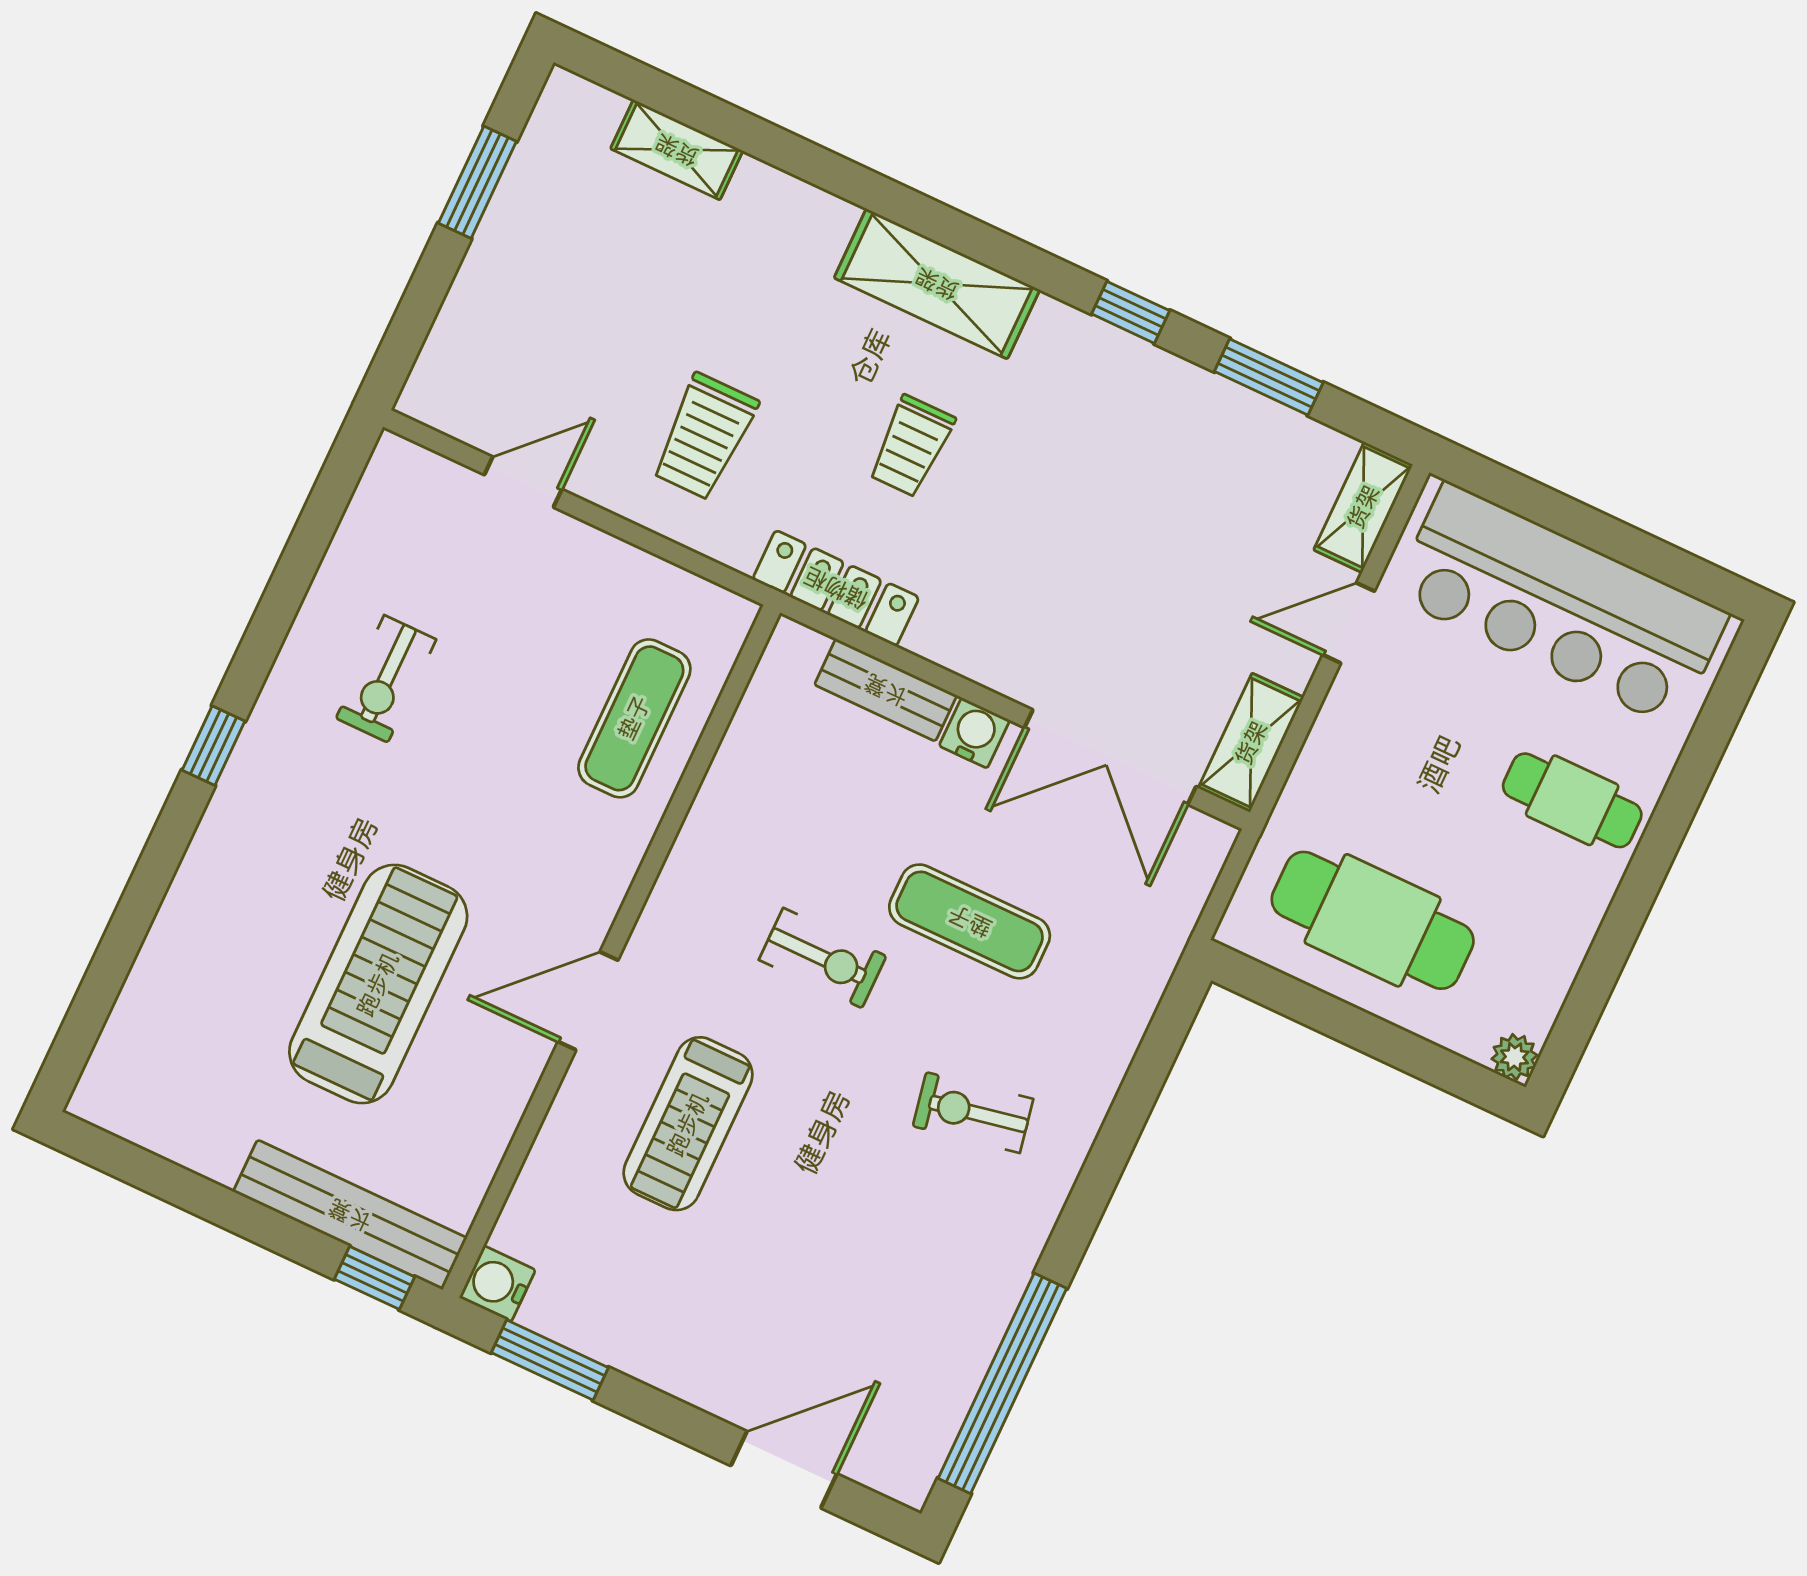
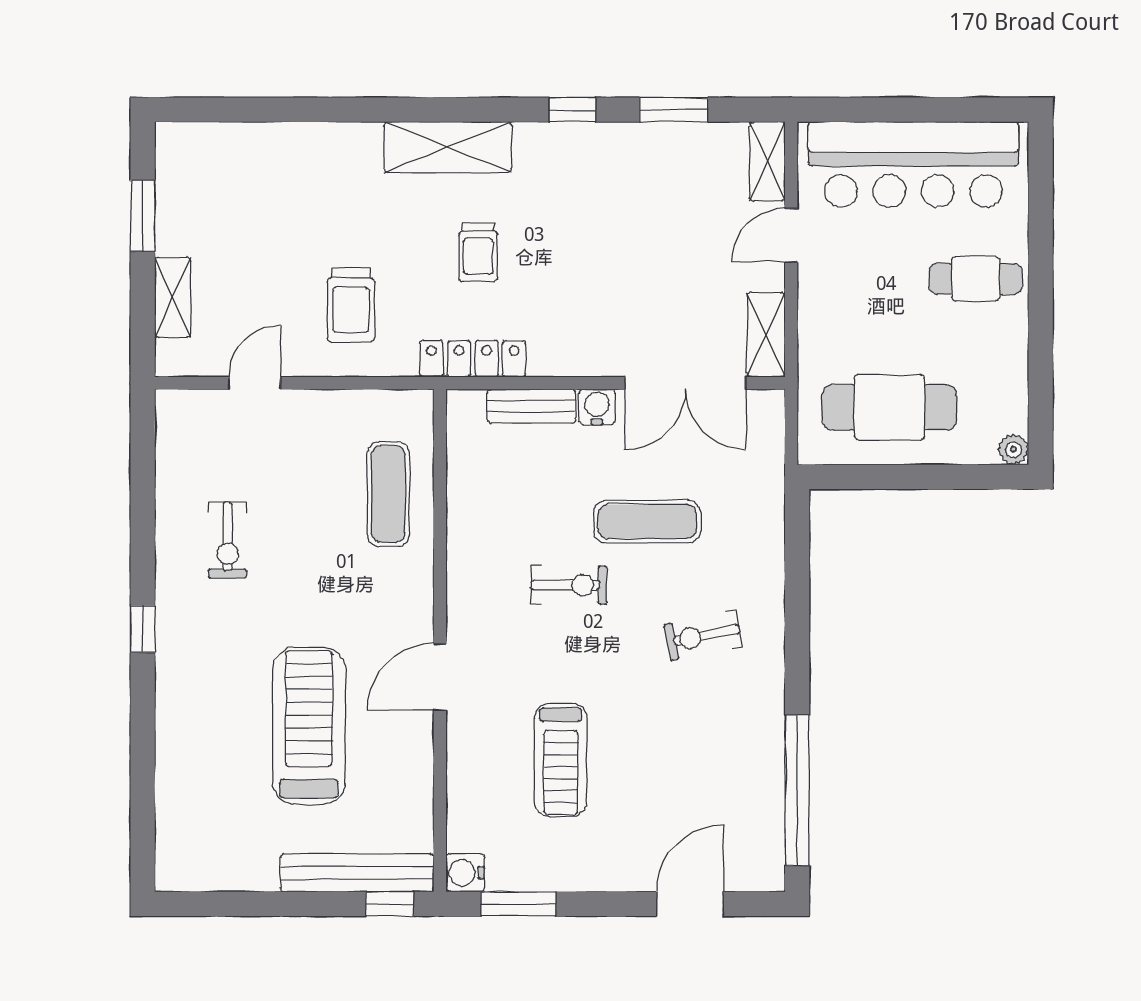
shelving: (677, 150) -> (173, 297), moved, turned 90
treadmill: (688, 1124) -> (561, 760), moved

